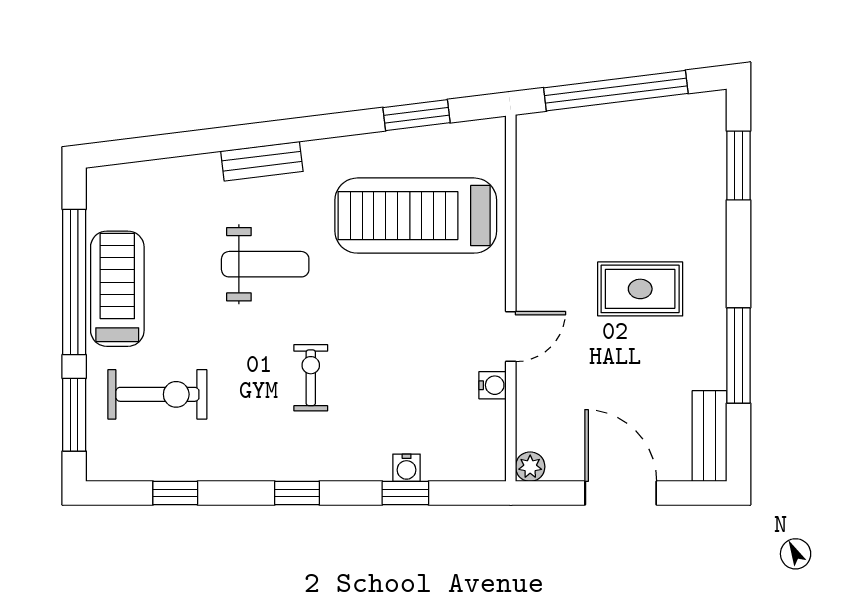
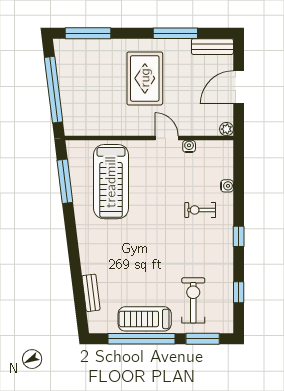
window: (417, 115) -> (65, 181), width x1.44
bench: (262, 161) -> (91, 293), moved
window: (738, 165) -> (88, 33), width x1.44
weight bench: (265, 264) -> (133, 251), removed
rug: (640, 289) -> (145, 78), width x1.36, depth x1.43
exercise bike: (311, 378) -> (200, 210), moved
window: (405, 493) -> (239, 186), removed

